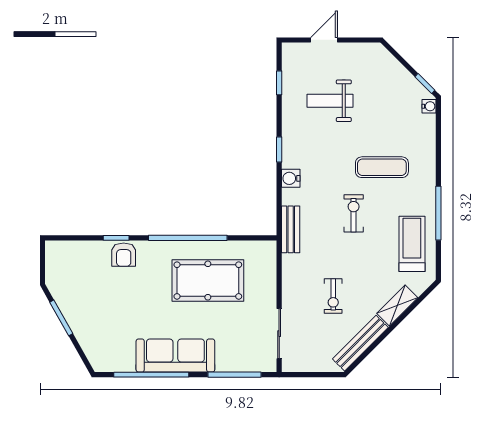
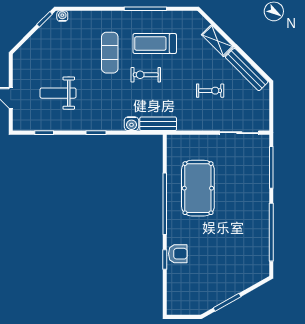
weight bench: (330, 101) -> (58, 93), turned 90
water cooler: (291, 178) -> (131, 124), moved
treadmill: (412, 244) -> (155, 43), moved
sofa: (175, 355) -> (256, 213), removed

